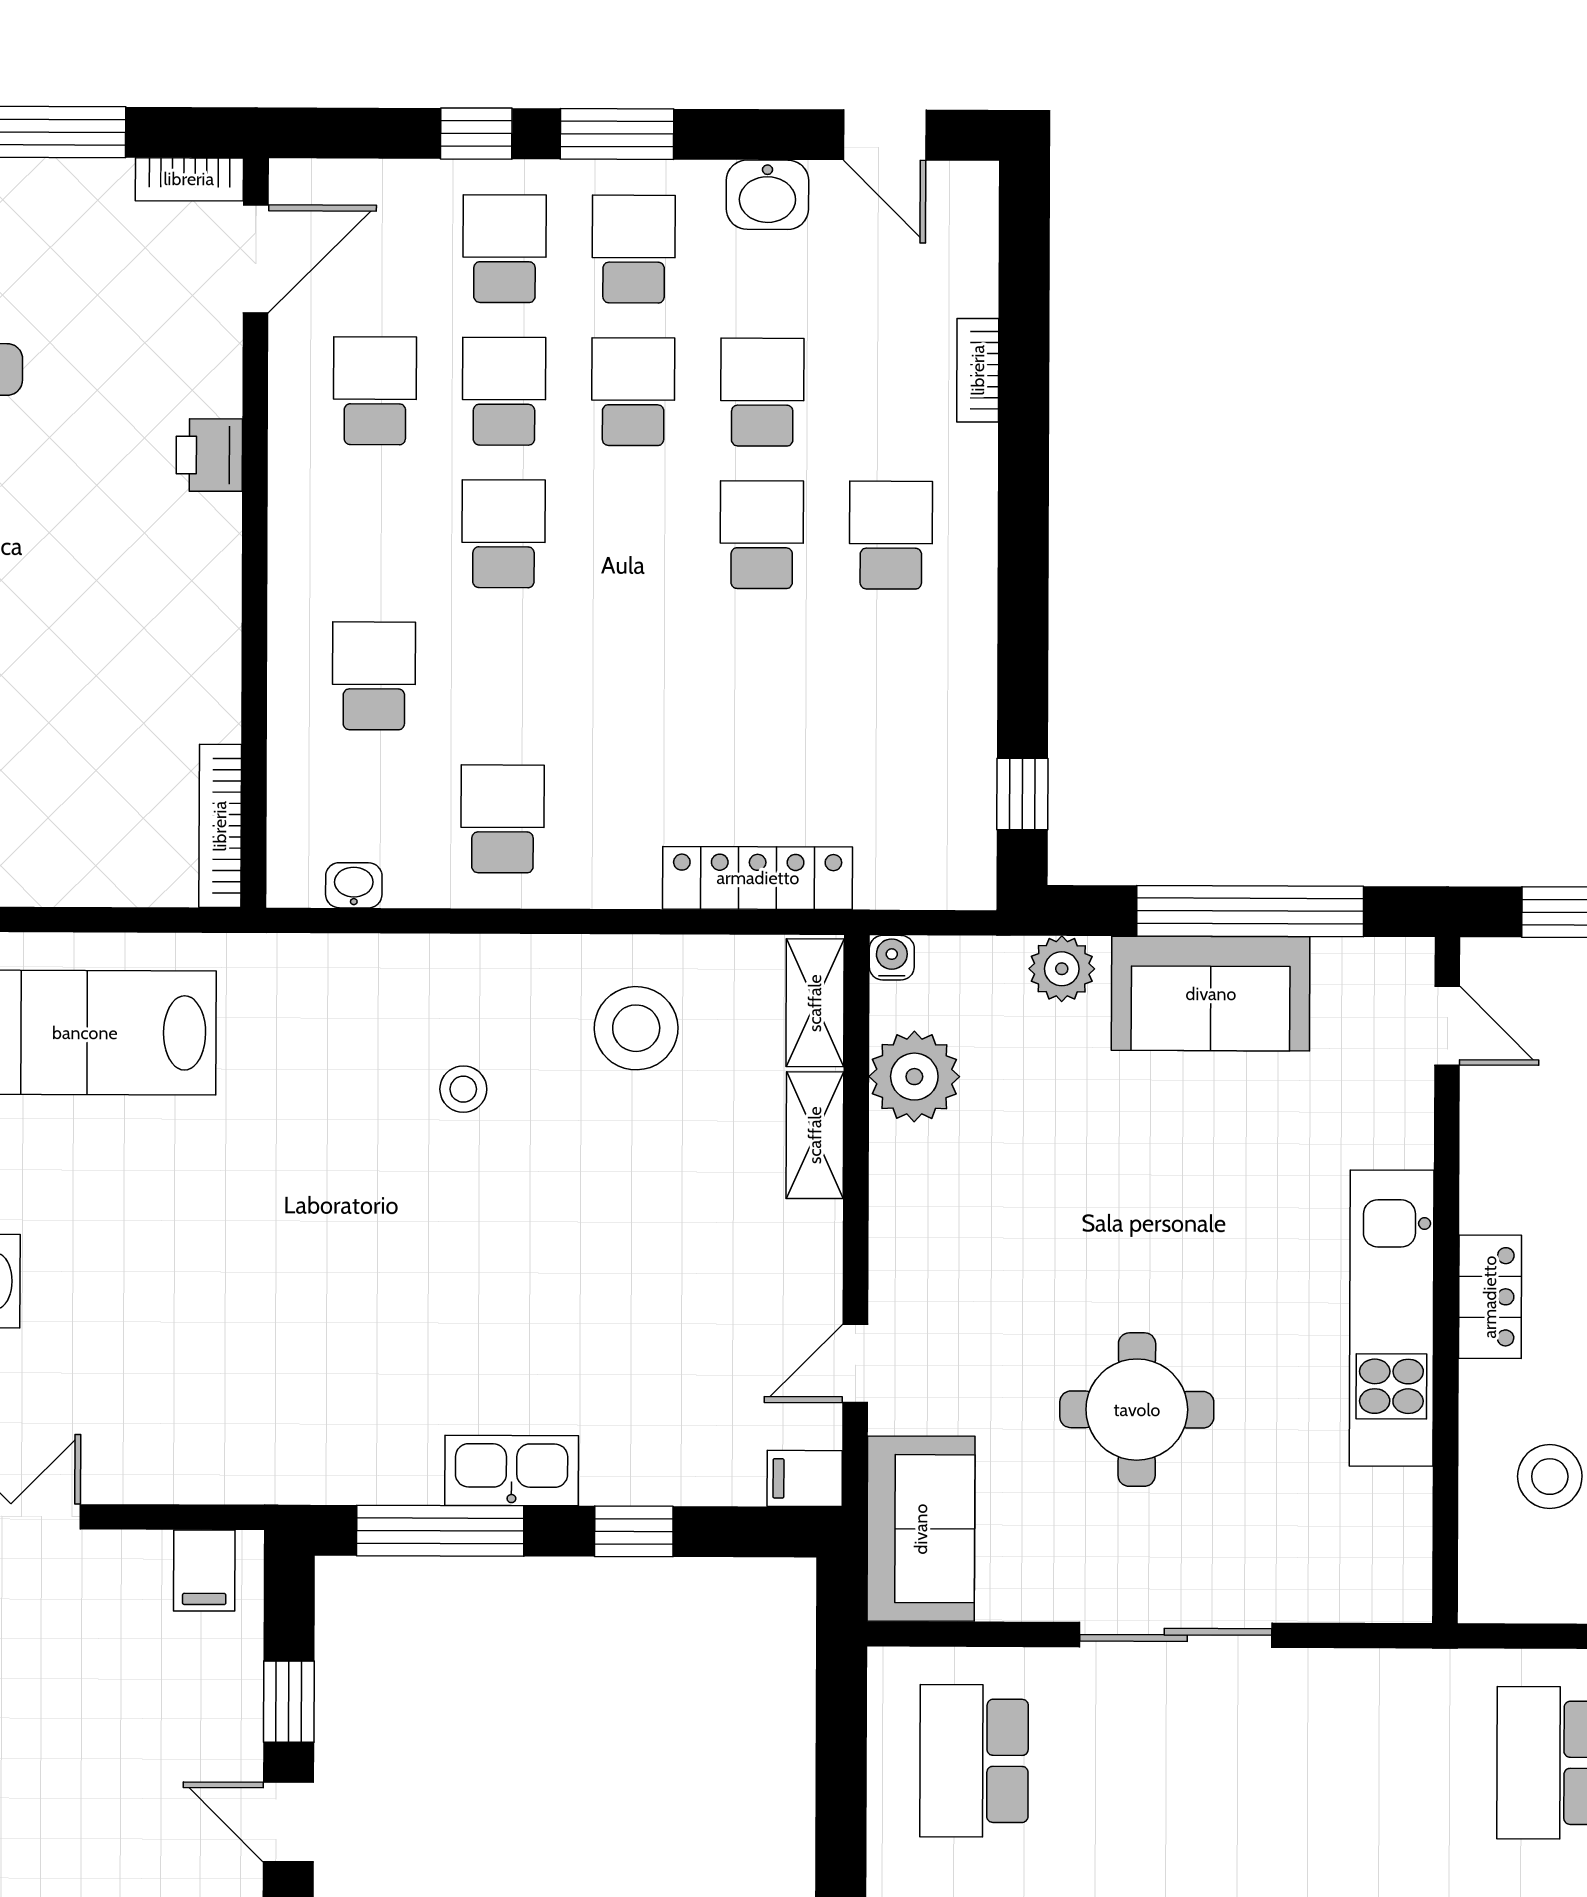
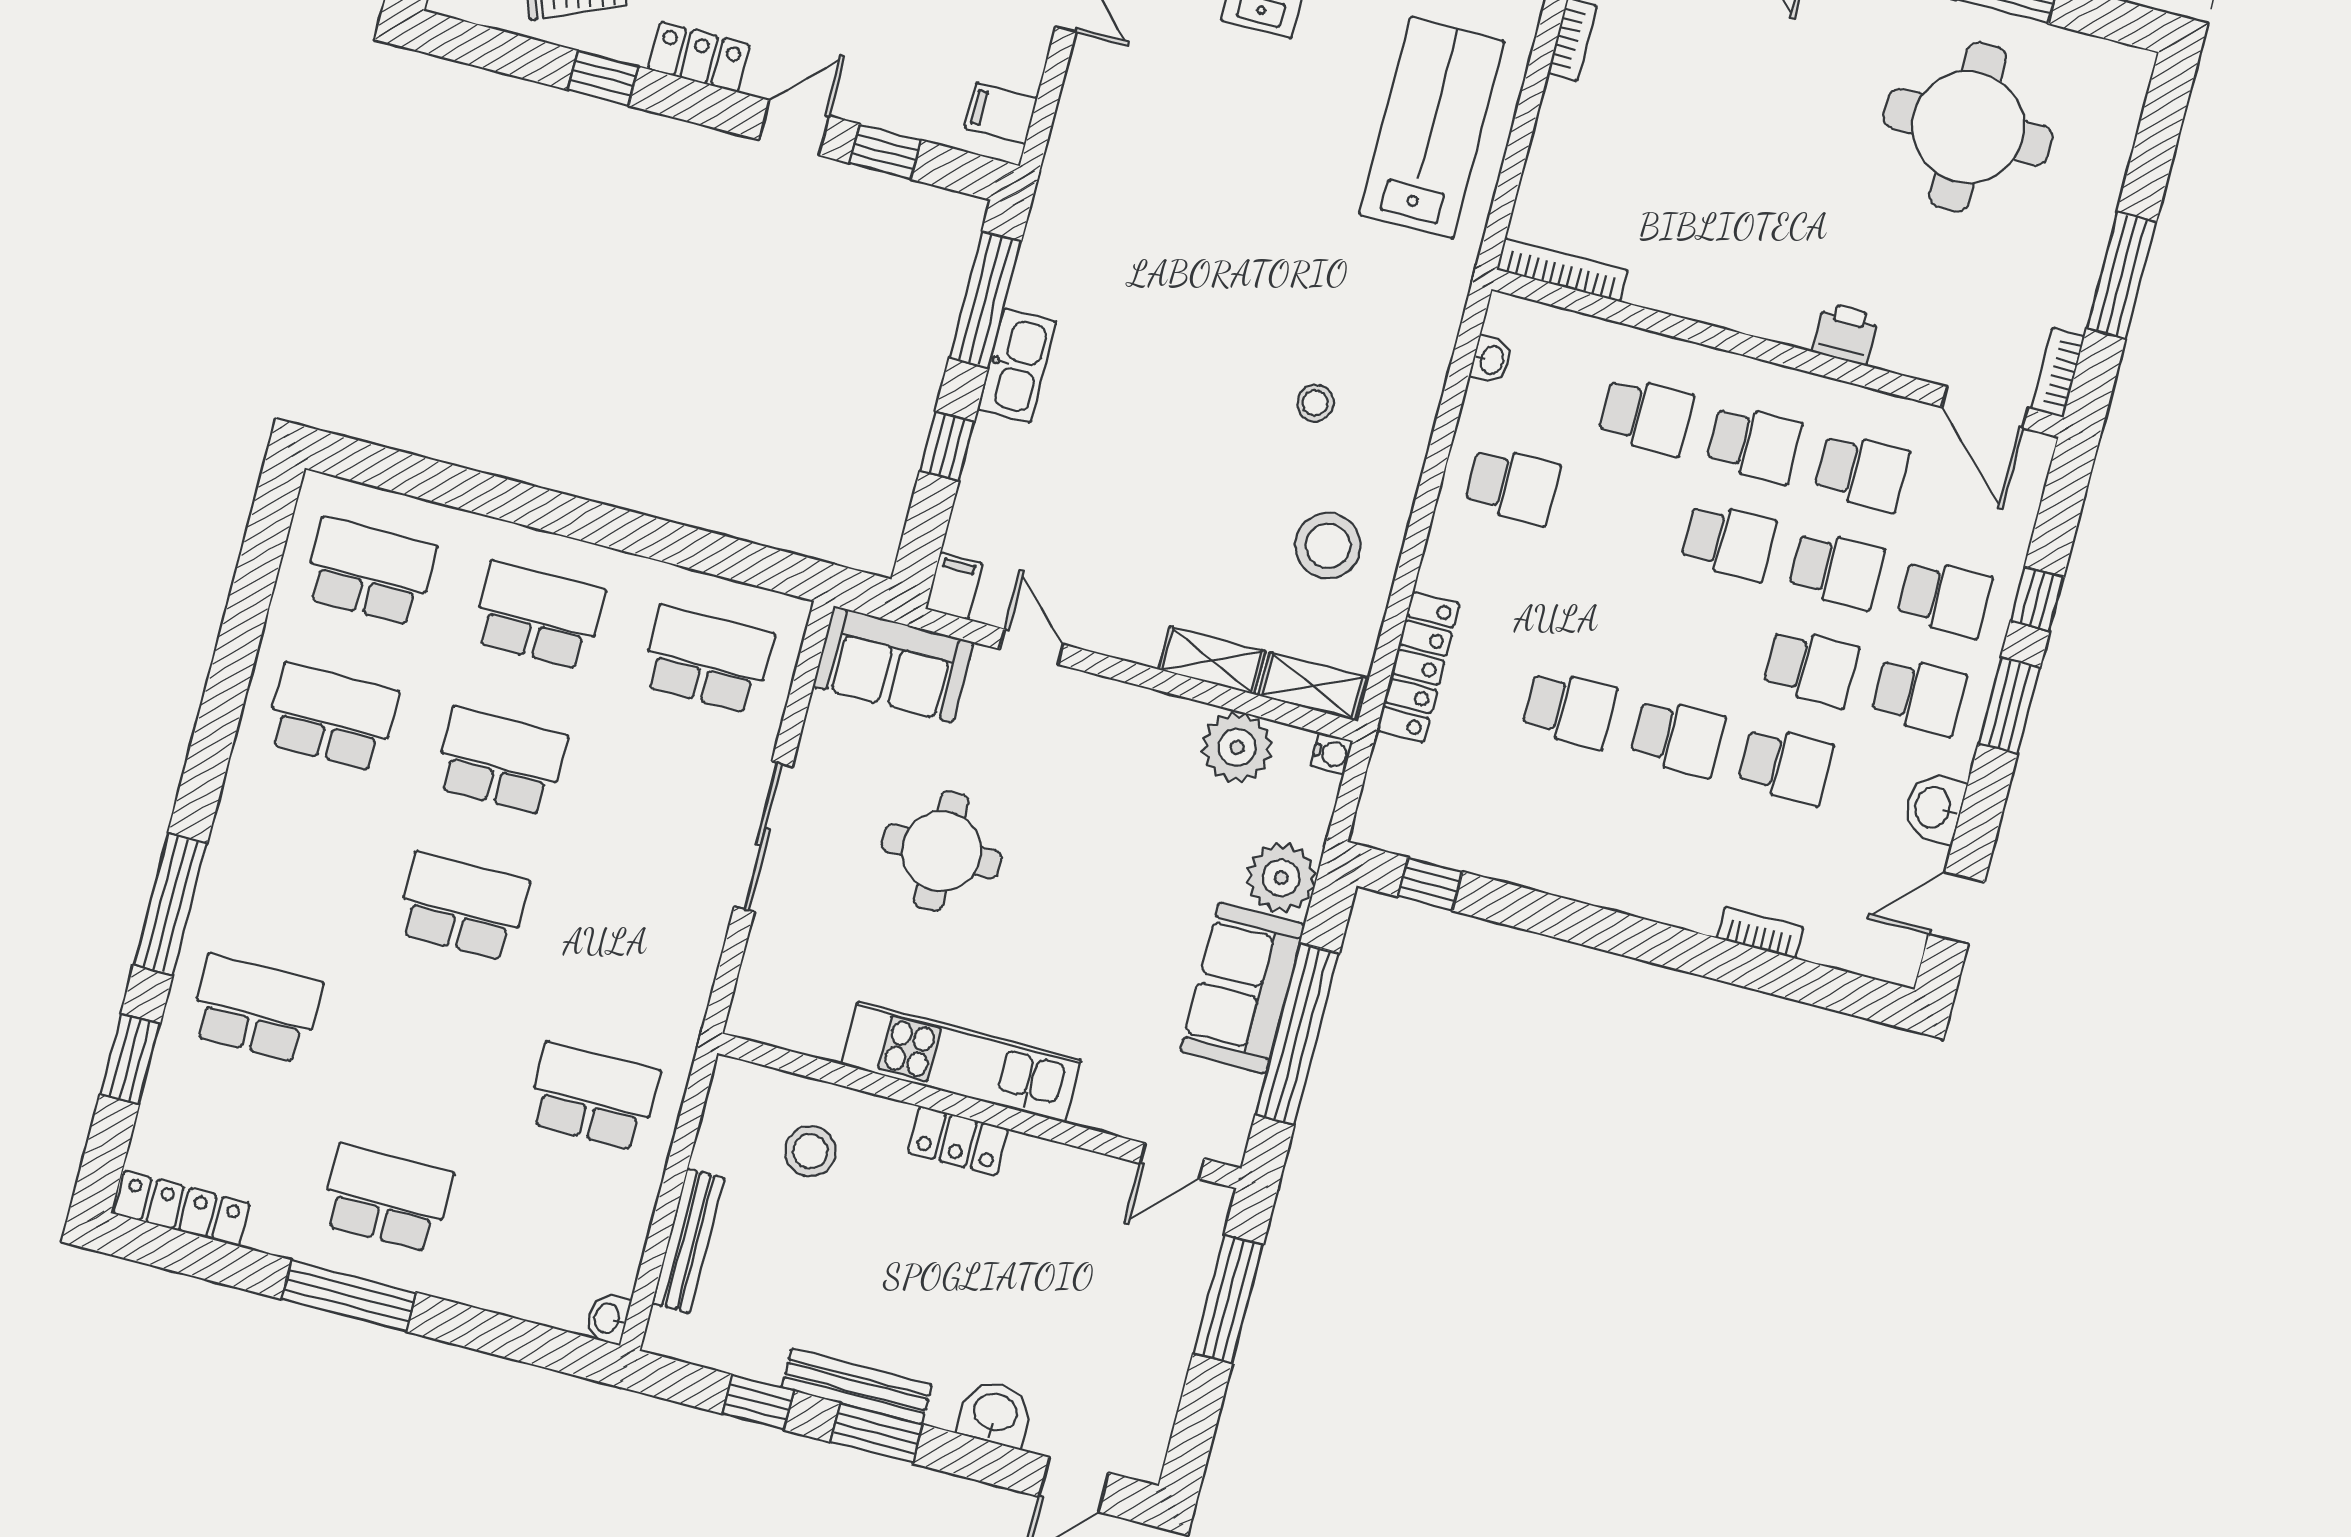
school desk: (374, 533) -> (1754, 444), added
school desk: (891, 535) -> (1570, 709), moved
plant: (1062, 969) -> (1281, 878), width x1.36, depth x1.36

